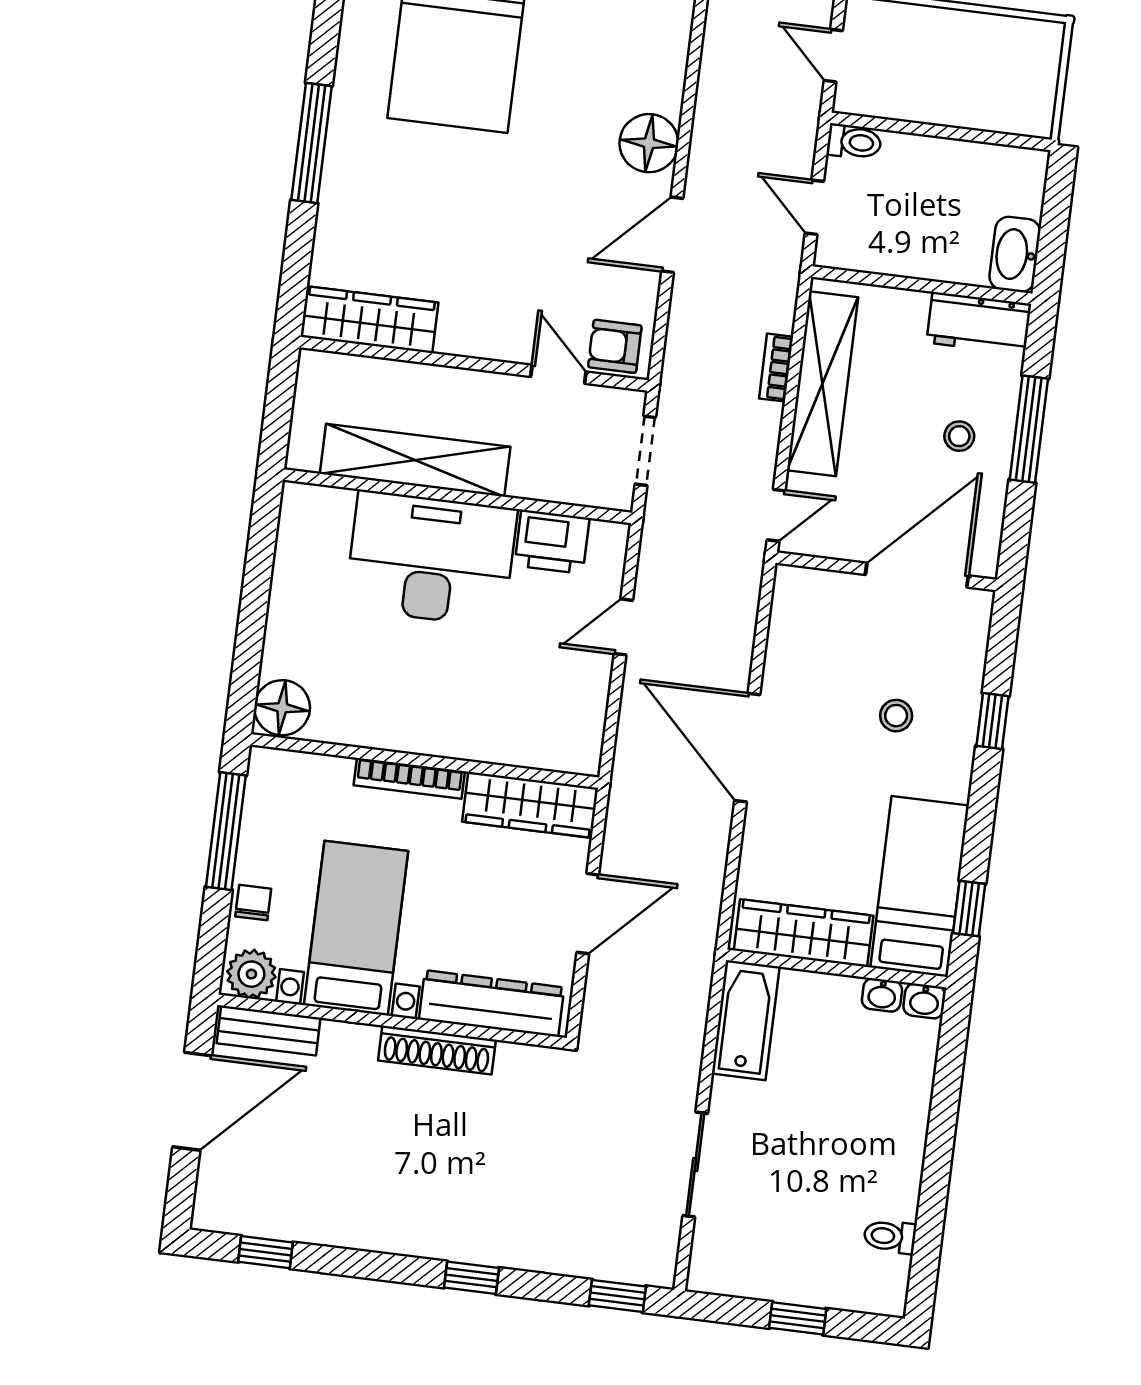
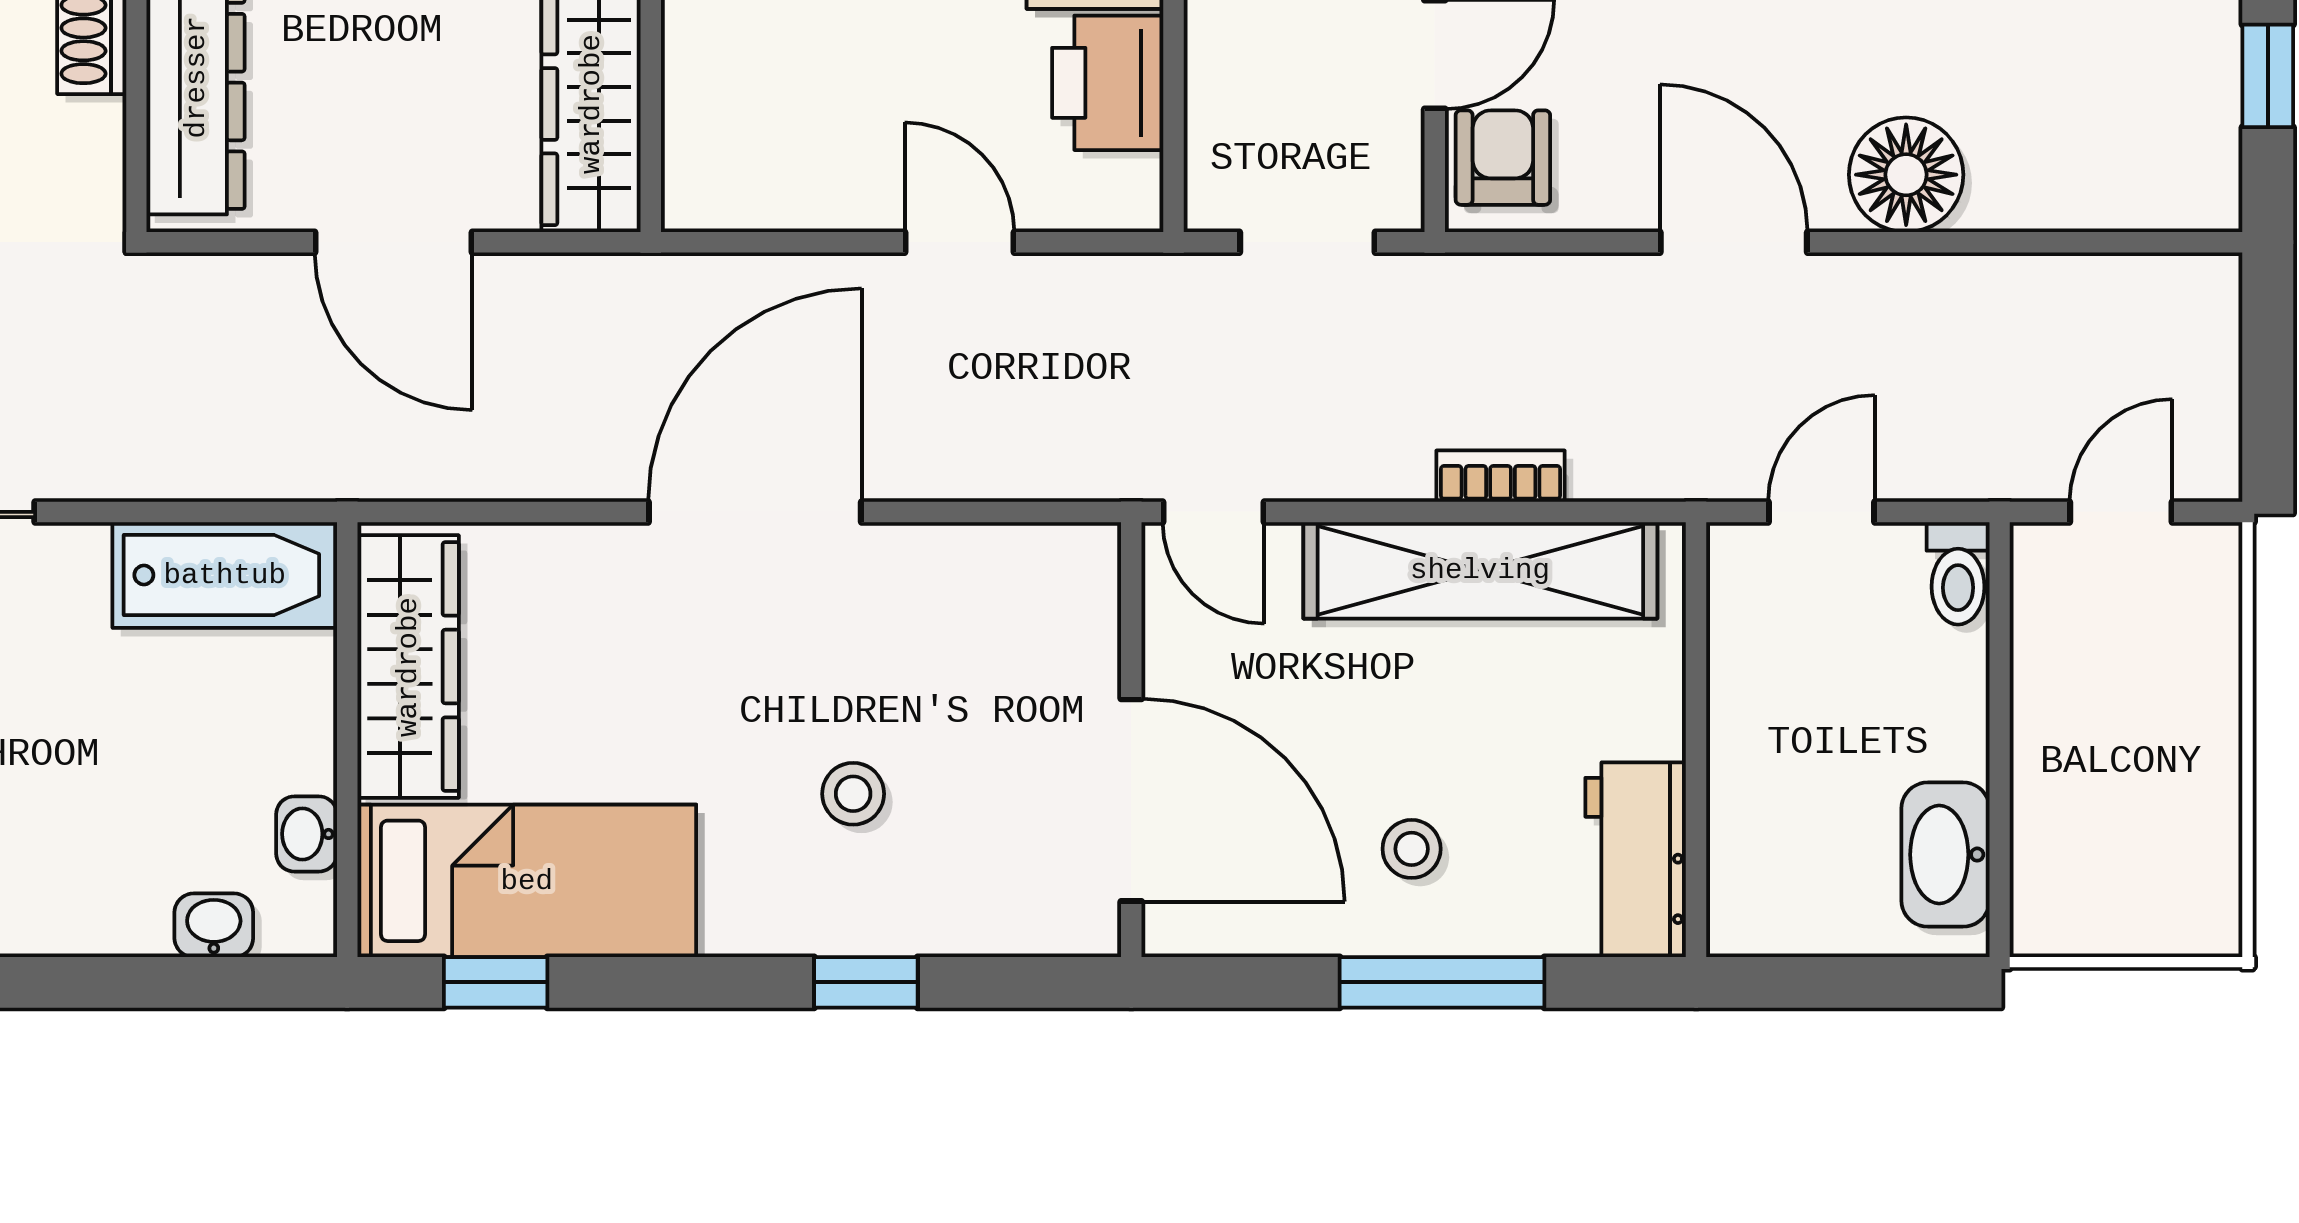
washbasin: (1015, 254) -> (1945, 855), moved, turned -90
washbasin: (924, 1001) -> (214, 925), moved, turned 90

